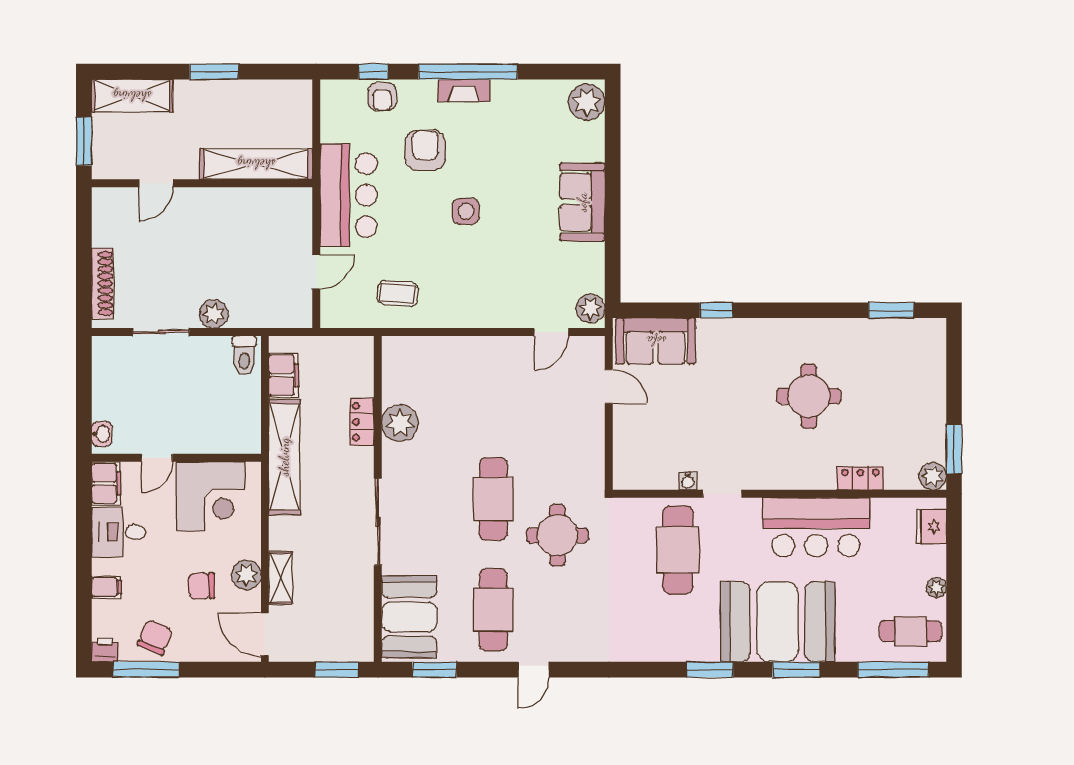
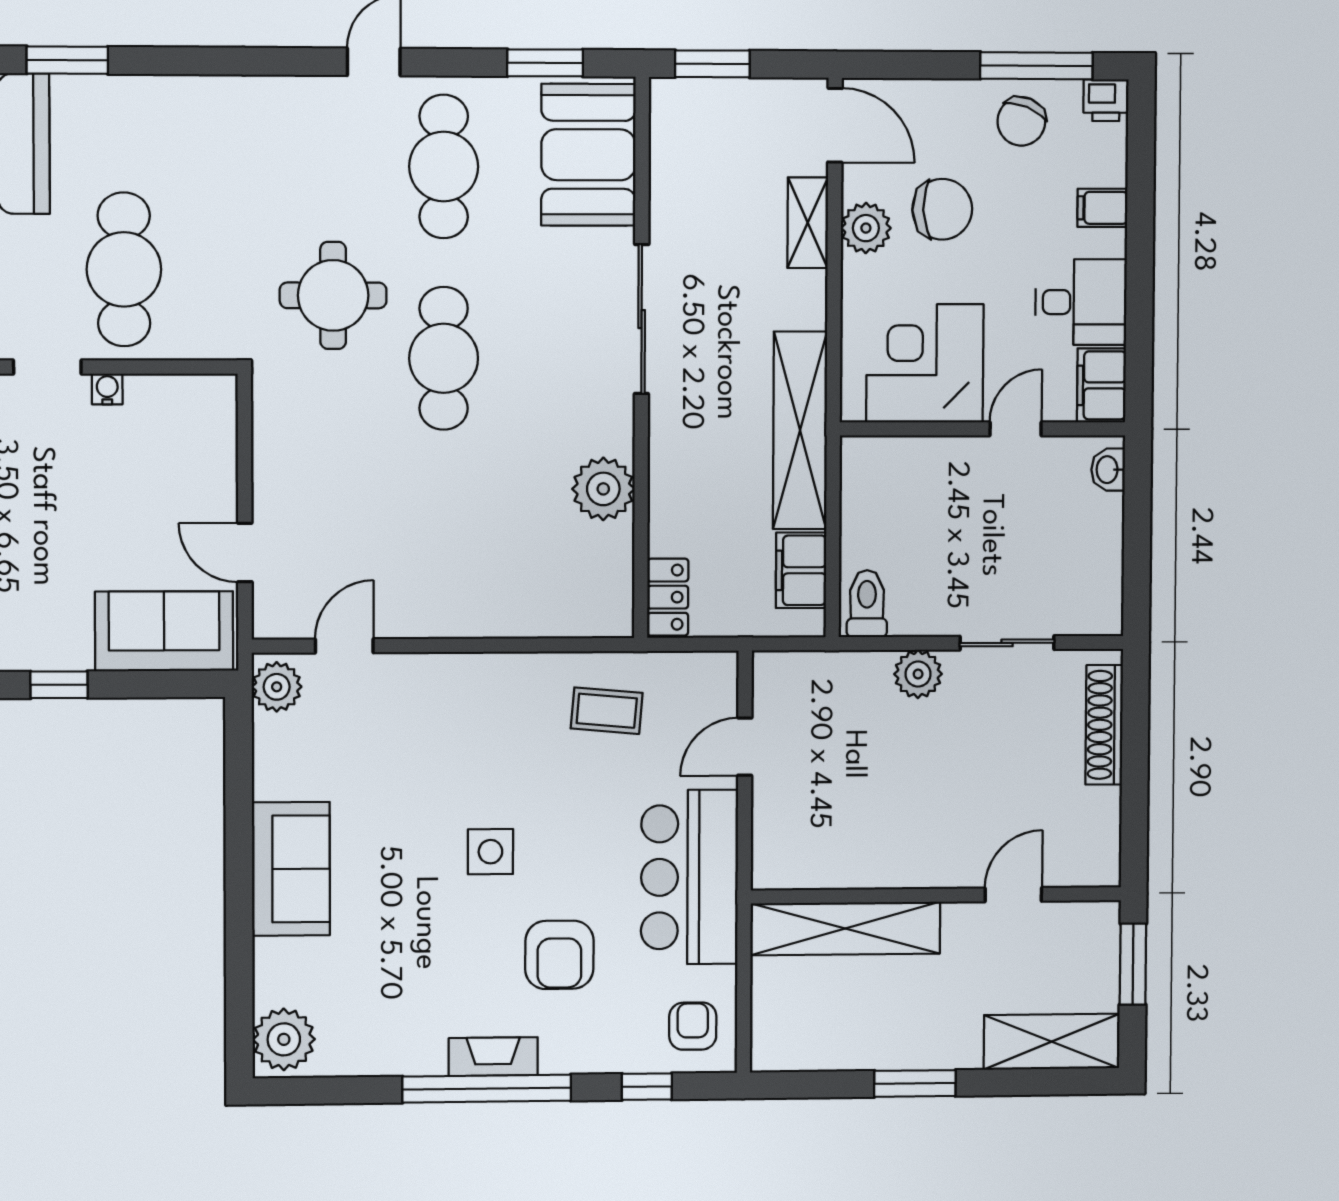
armchair: (382, 97) -> (693, 1026), moved
locker: (362, 422) -> (668, 597), moved
chair: (201, 586) -> (942, 209), width x1.37, depth x1.37

